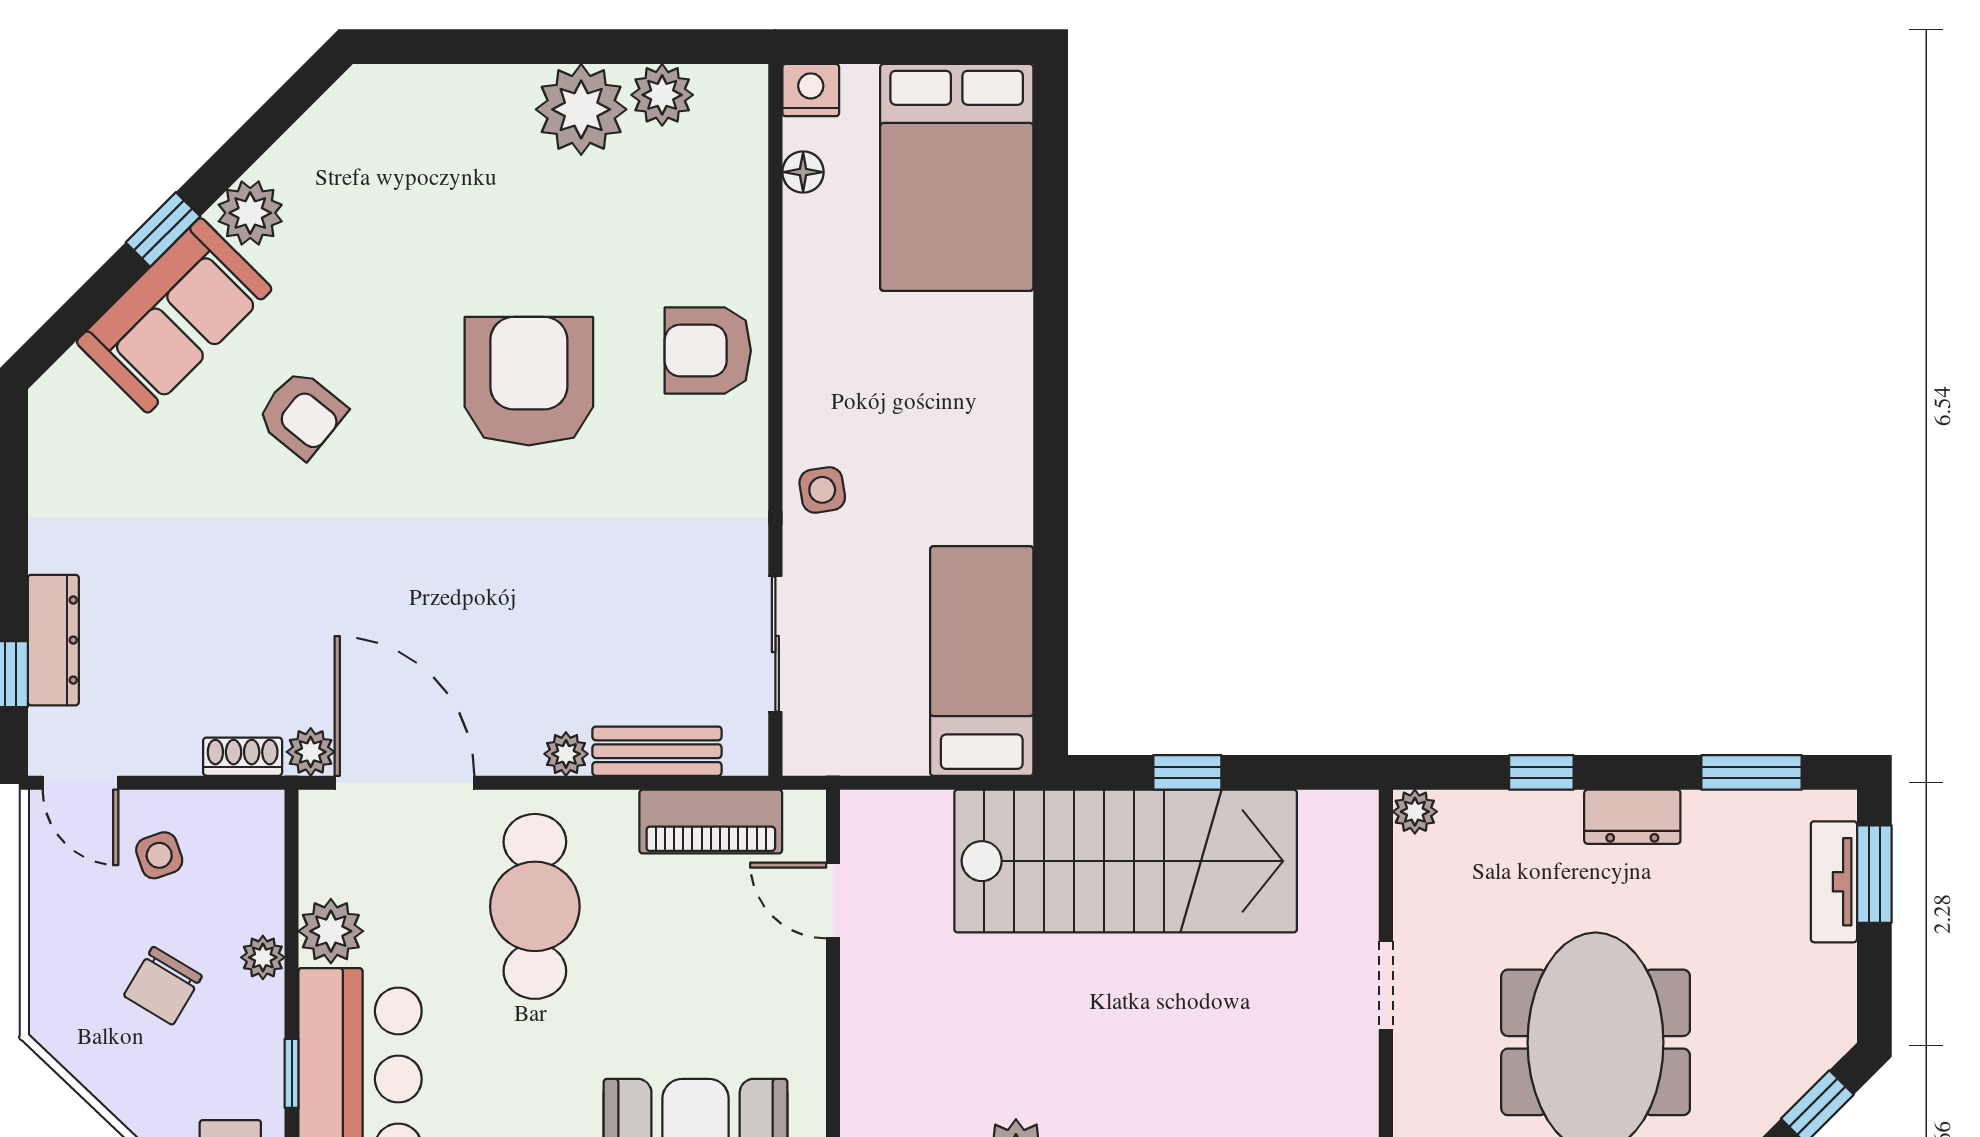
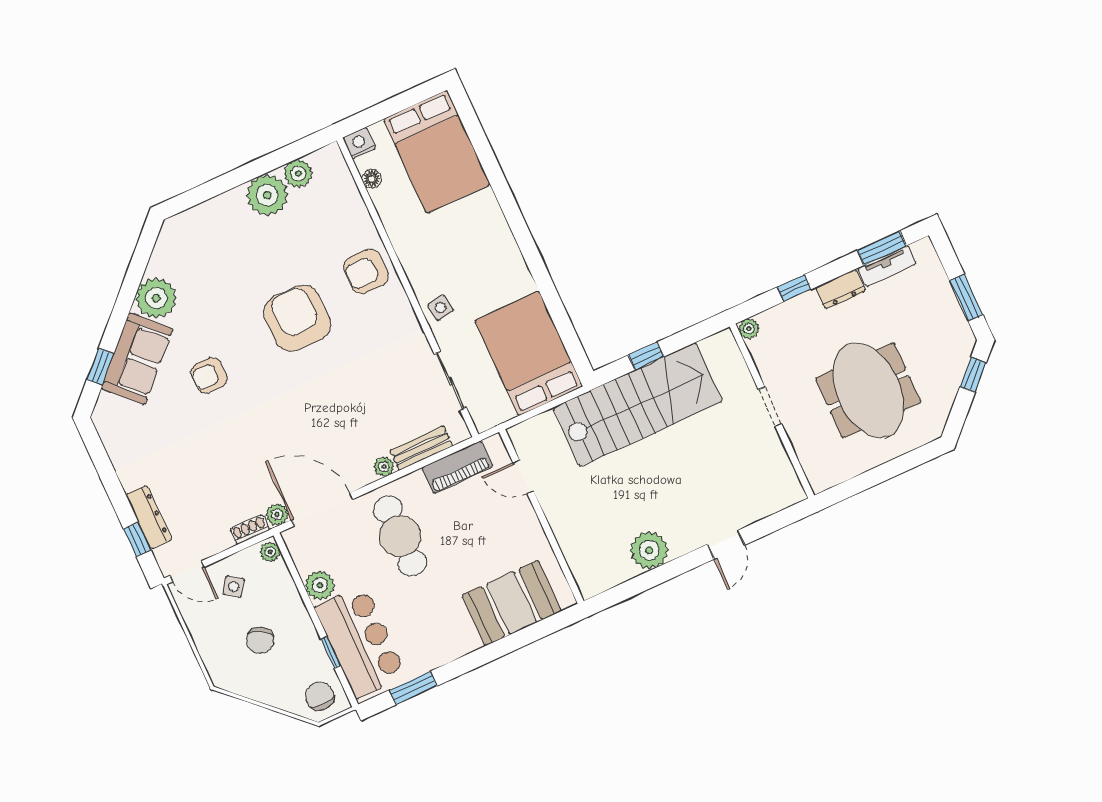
plant: (250, 213) -> (156, 298), width x1.36, depth x1.36
window: (163, 229) -> (100, 367), moved
armchair: (302, 414) -> (209, 375), turned 141
bed: (982, 661) -> (529, 353), width x1.50
side table: (159, 855) -> (234, 587), turned -37
window: (1874, 874) -> (966, 297), moved
tv unit: (1834, 882) -> (887, 266), moved, turned -90
plant: (263, 957) -> (270, 552), moved

